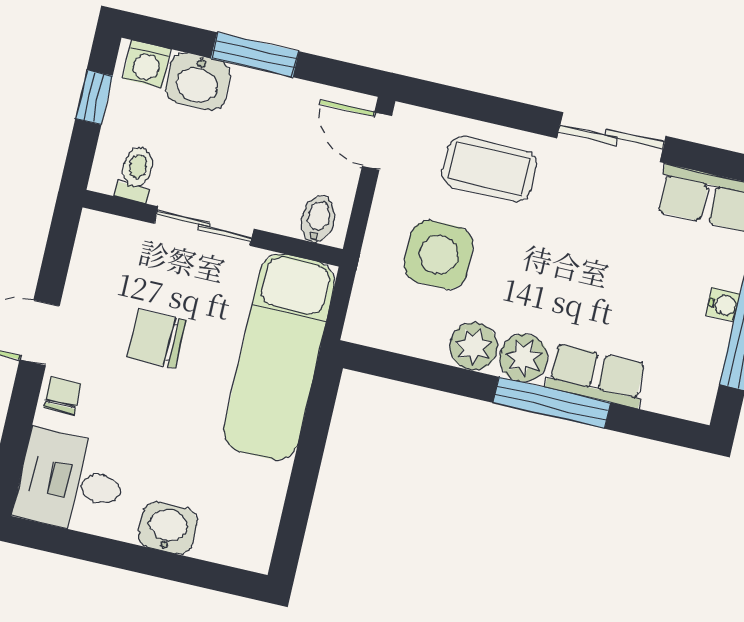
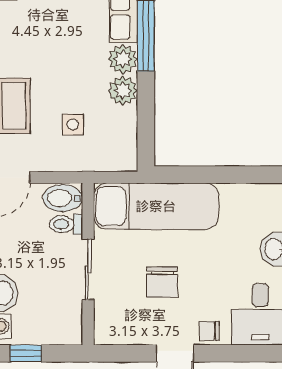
toilet: (136, 174) -> (66, 224), moved
bidet: (318, 219) -> (63, 198), width x1.38, depth x1.36
side table: (439, 255) -> (73, 124), width x0.54, depth x0.54

